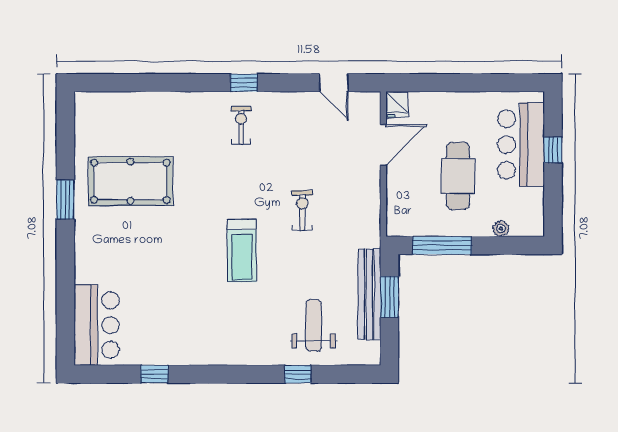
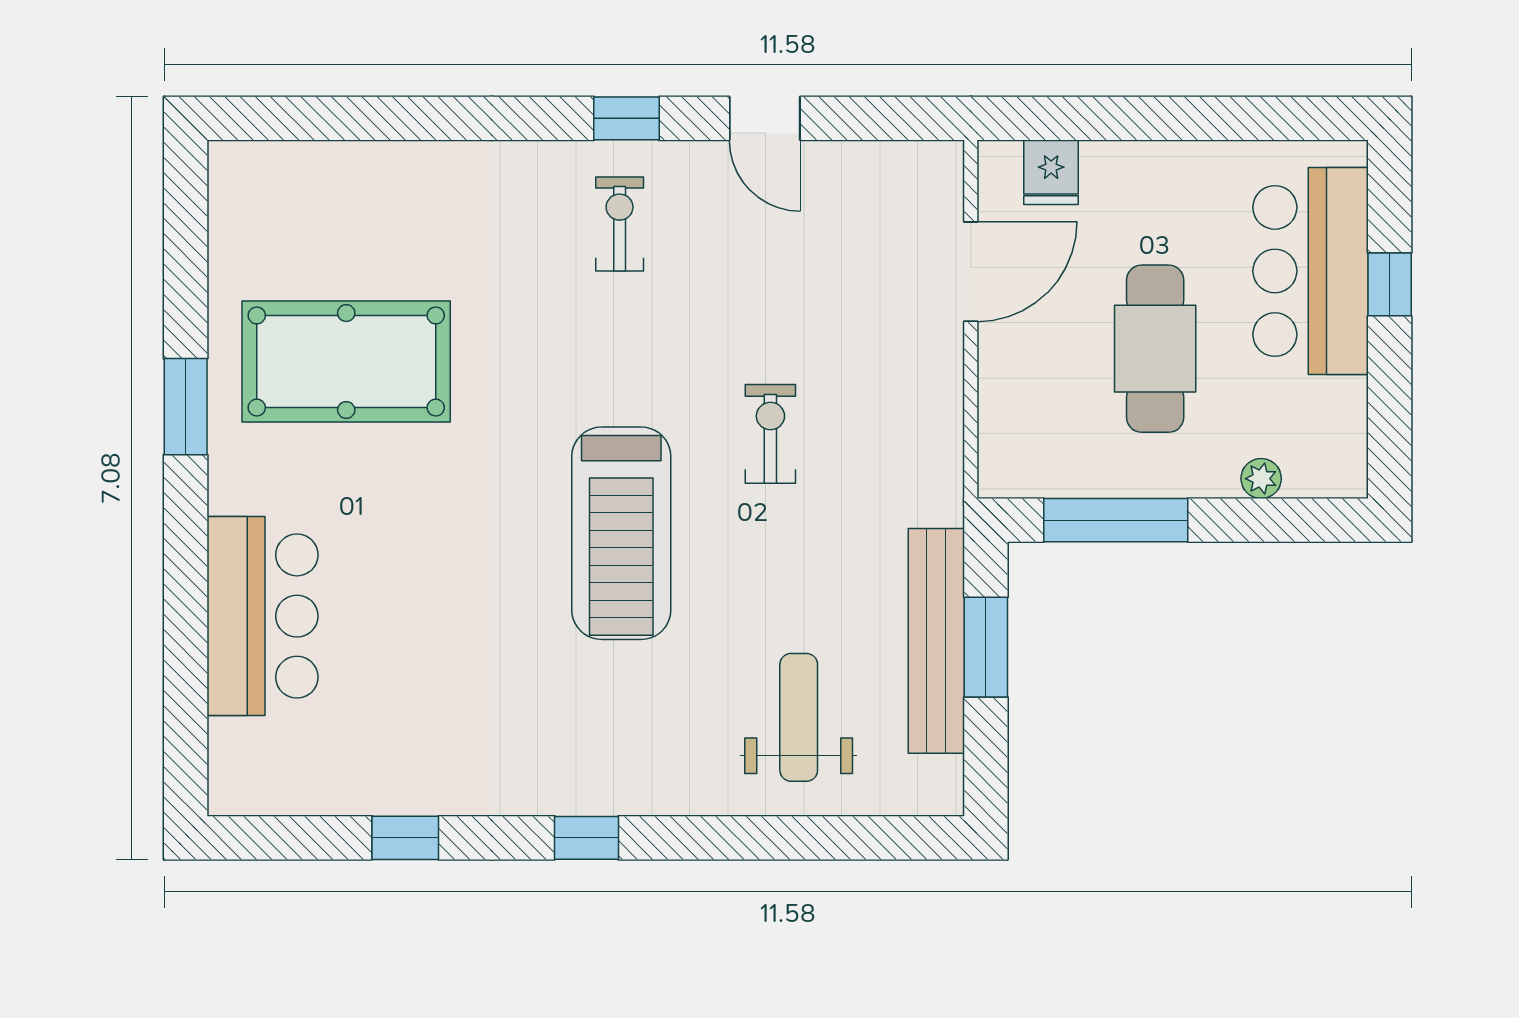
door: (334, 83) -> (765, 118), moved
fridge: (397, 105) -> (1051, 172), moved
treadmill: (242, 251) -> (621, 533), width x1.37, depth x1.38
bar counter: (97, 325) -> (263, 616), moved
window: (298, 374) -> (586, 838), moved

